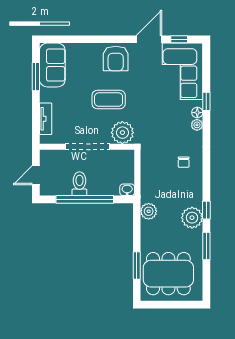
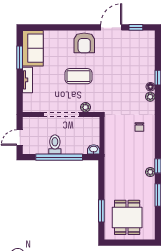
corner sofa: (182, 71) -> (138, 53), removed
tv unit: (46, 119) -> (27, 80), moved
plant: (122, 133) -> (86, 107), width x0.53, depth x0.53
plant: (149, 211) -> (111, 167), removed
plant: (192, 218) -> (150, 172), width x0.53, depth x0.53
dining table: (168, 274) -> (127, 217), width x0.73

